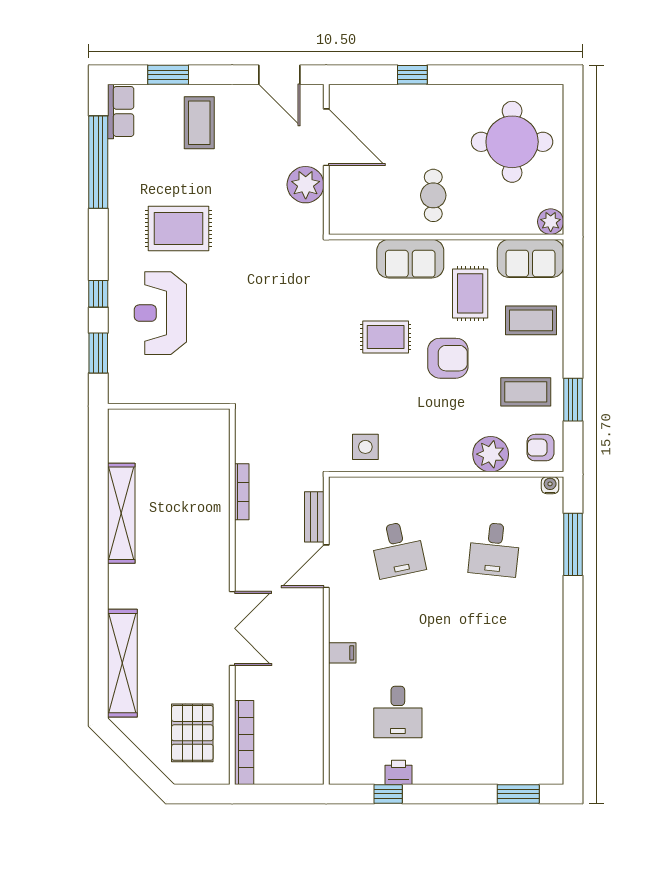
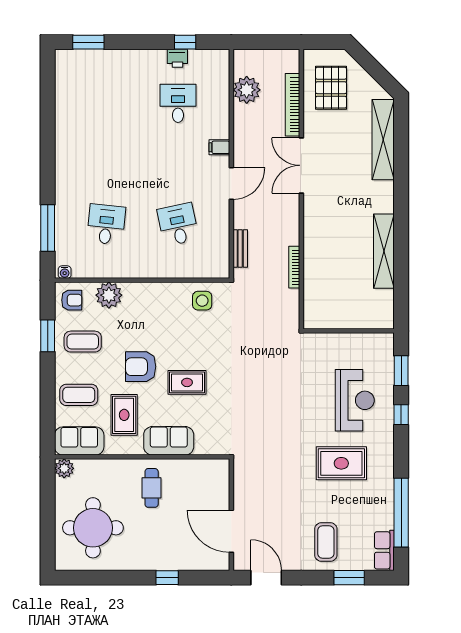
plant: (306, 185) -> (247, 90), moved
door: (326, 566) -> (231, 183), moved
bookcase: (244, 742) -> (292, 105), moved

